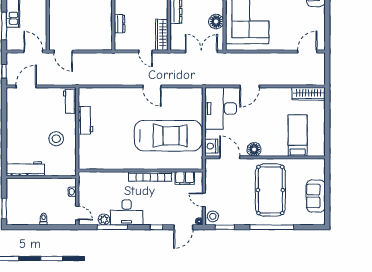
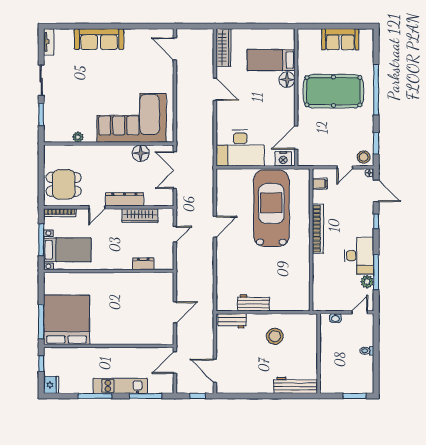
wardrobe: (162, 35) -> (140, 215), moved
door: (63, 51) -> (175, 312), moved
door: (250, 86) -> (215, 89), moved
floor lamp: (254, 149) -> (287, 80), moved
workbench: (25, 169) -> (295, 385), moved, turned 90
filing cabinet: (185, 178) -> (320, 184), width x0.50

